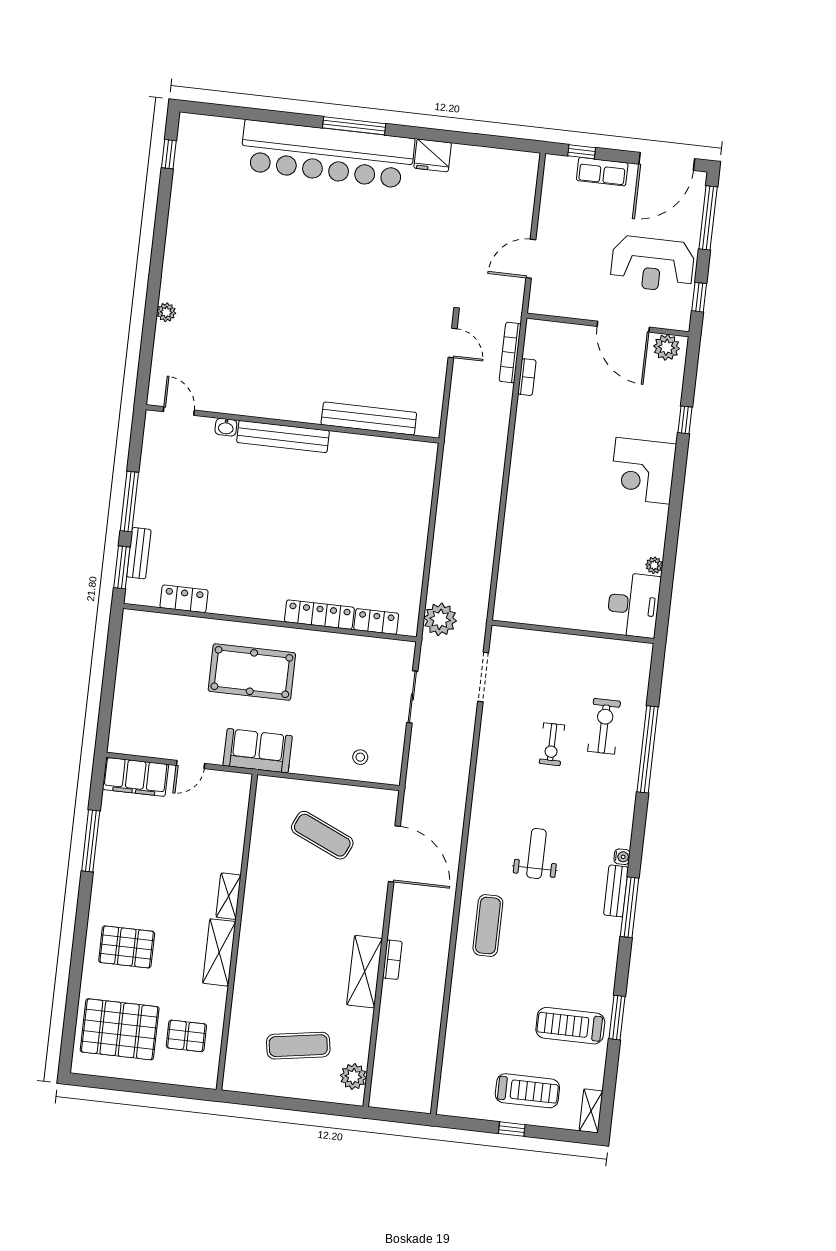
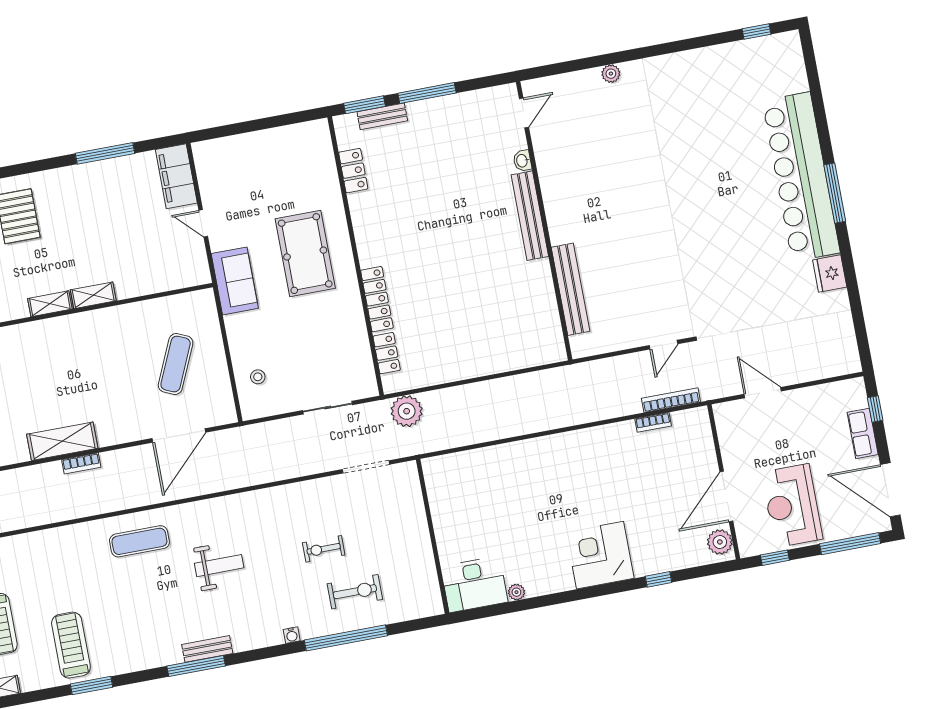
water cooler: (622, 857) -> (292, 635), moved
shelving: (219, 952) -> (50, 304), width x0.67, depth x0.75

